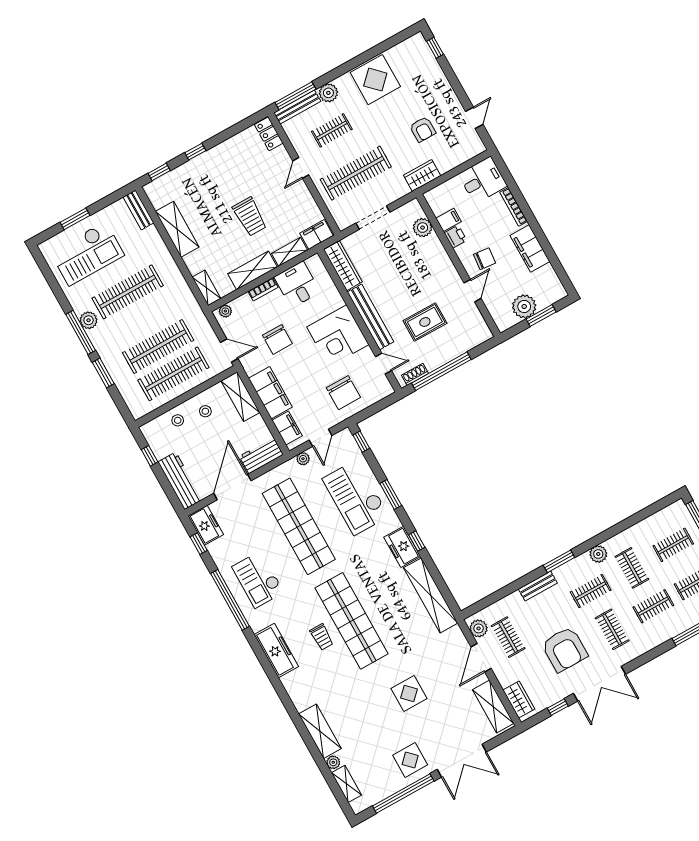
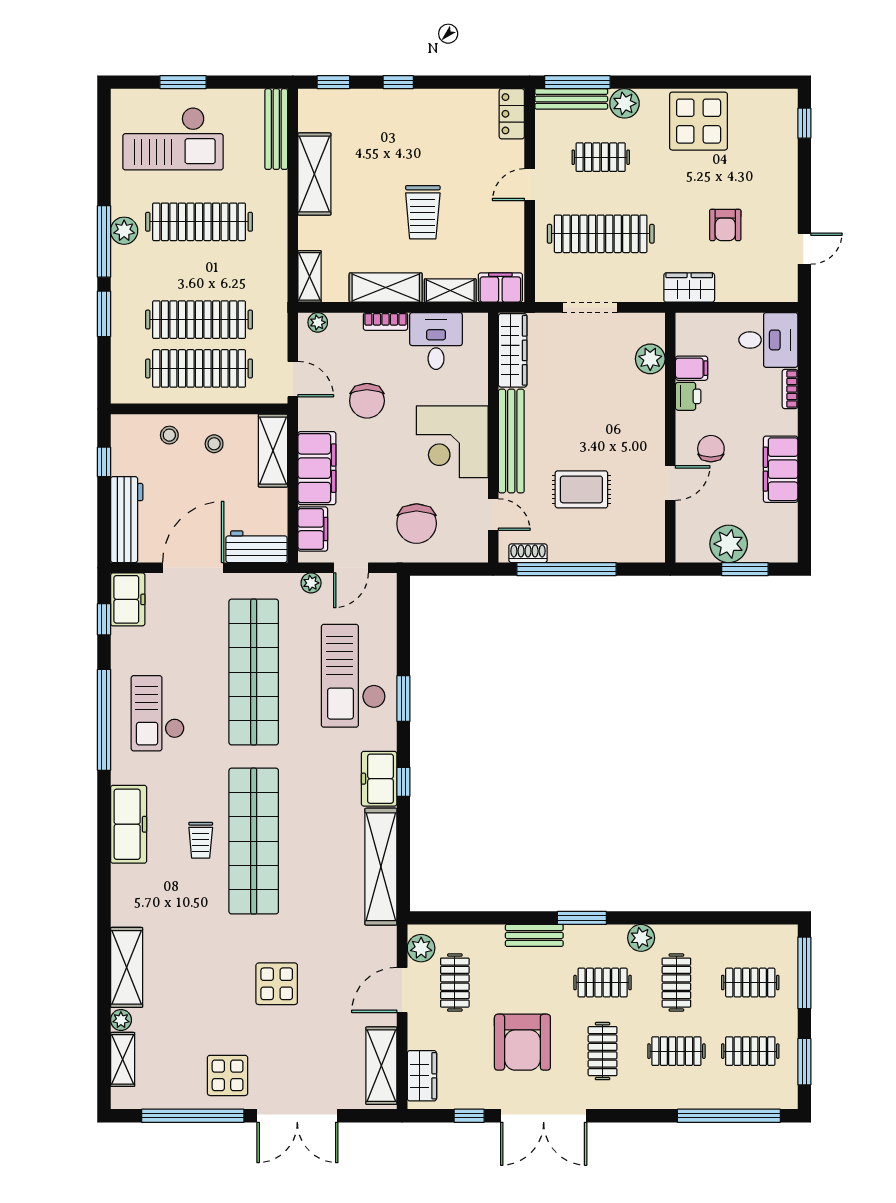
bookcase: (514, 207) -> (790, 389), width x0.64
bench: (138, 210) -> (276, 129), width x1.36
chair: (485, 259) -> (711, 449), turned -96
window: (361, 442) -> (403, 604), removed

